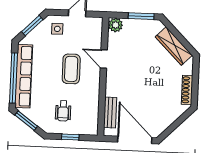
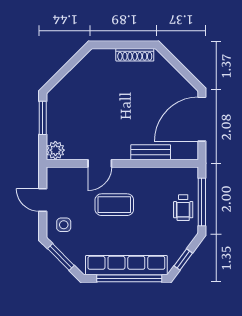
wardrobe: (174, 46) -> (79, 74), removed
wheelchair: (63, 111) -> (183, 208), moved, turned 90
bench: (110, 113) -> (151, 152), moved
window: (26, 121) -> (183, 259), width x0.67
window: (70, 137) -> (202, 202), width x2.17

